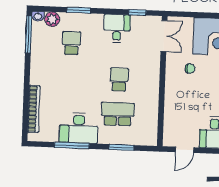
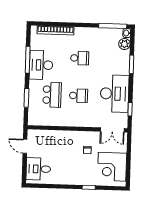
desk: (117, 28) -> (115, 94), width x1.87, depth x1.30
school desk: (71, 43) -> (80, 58), moved

